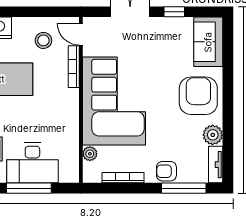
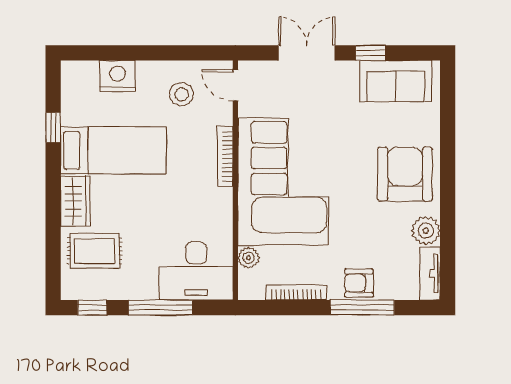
sofa: (208, 42) -> (396, 81), moved, turned -90
bookcase: (74, 67) -> (225, 156), moved
desk: (32, 163) -> (196, 271), moved
window: (184, 188) -> (362, 308), moved

